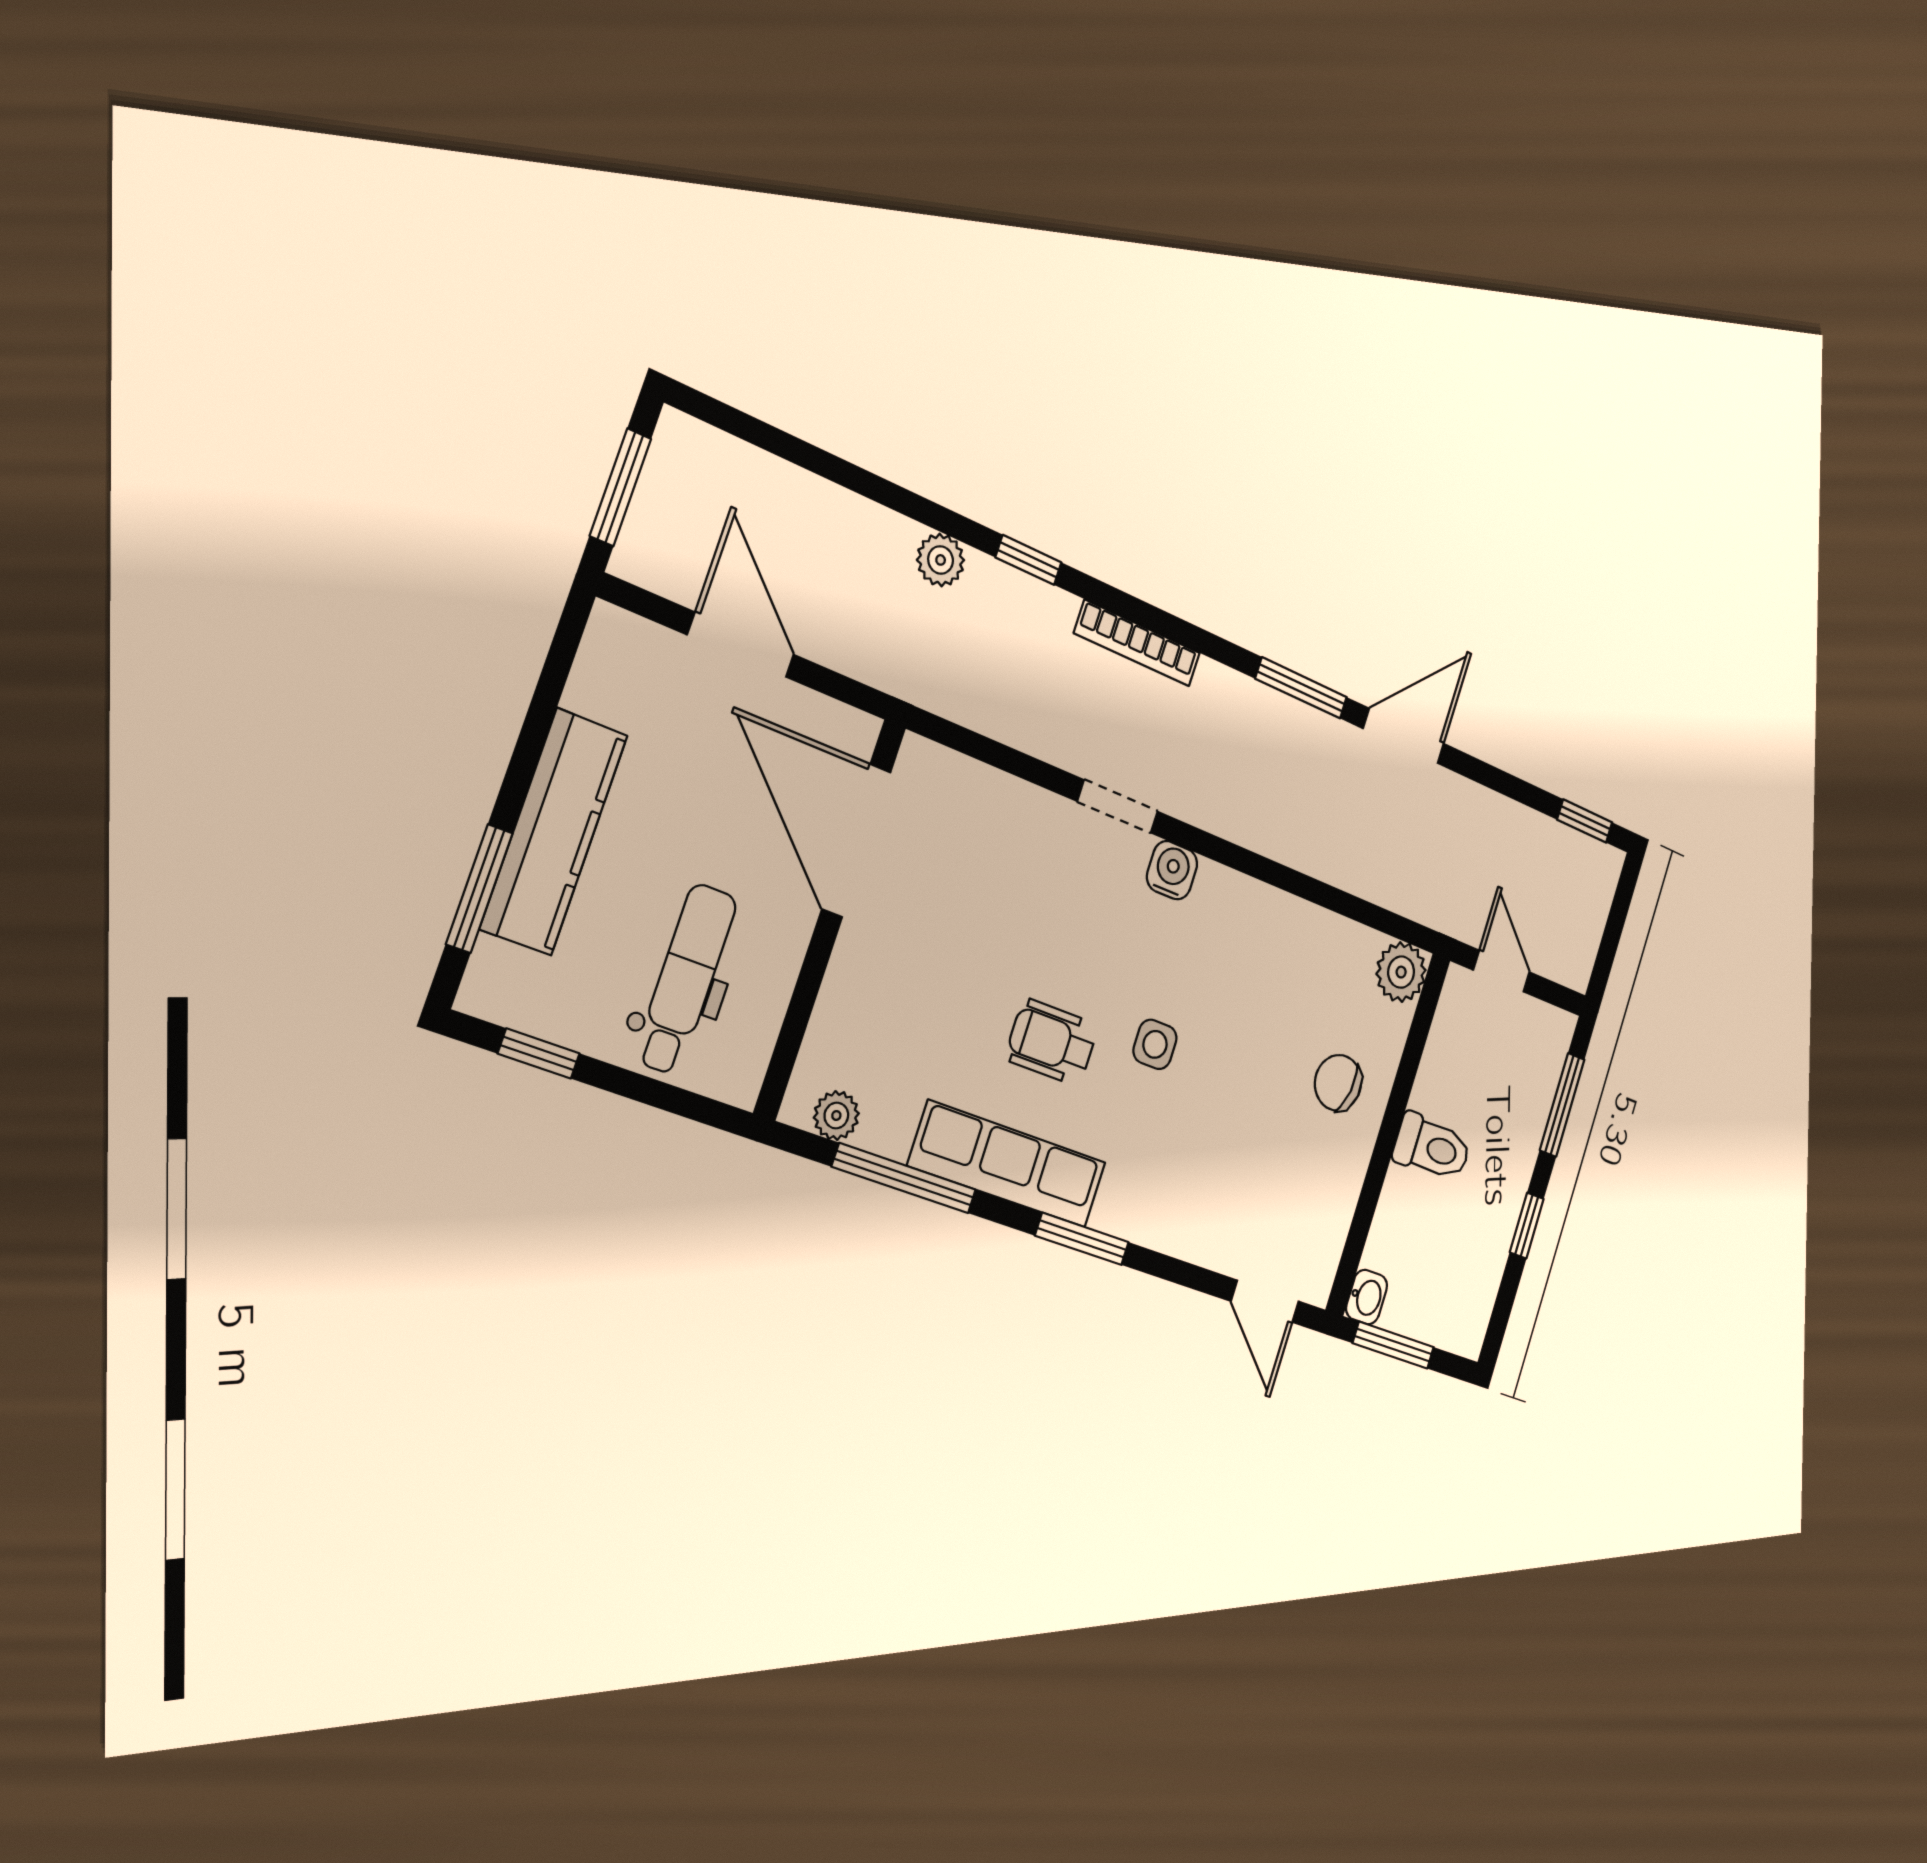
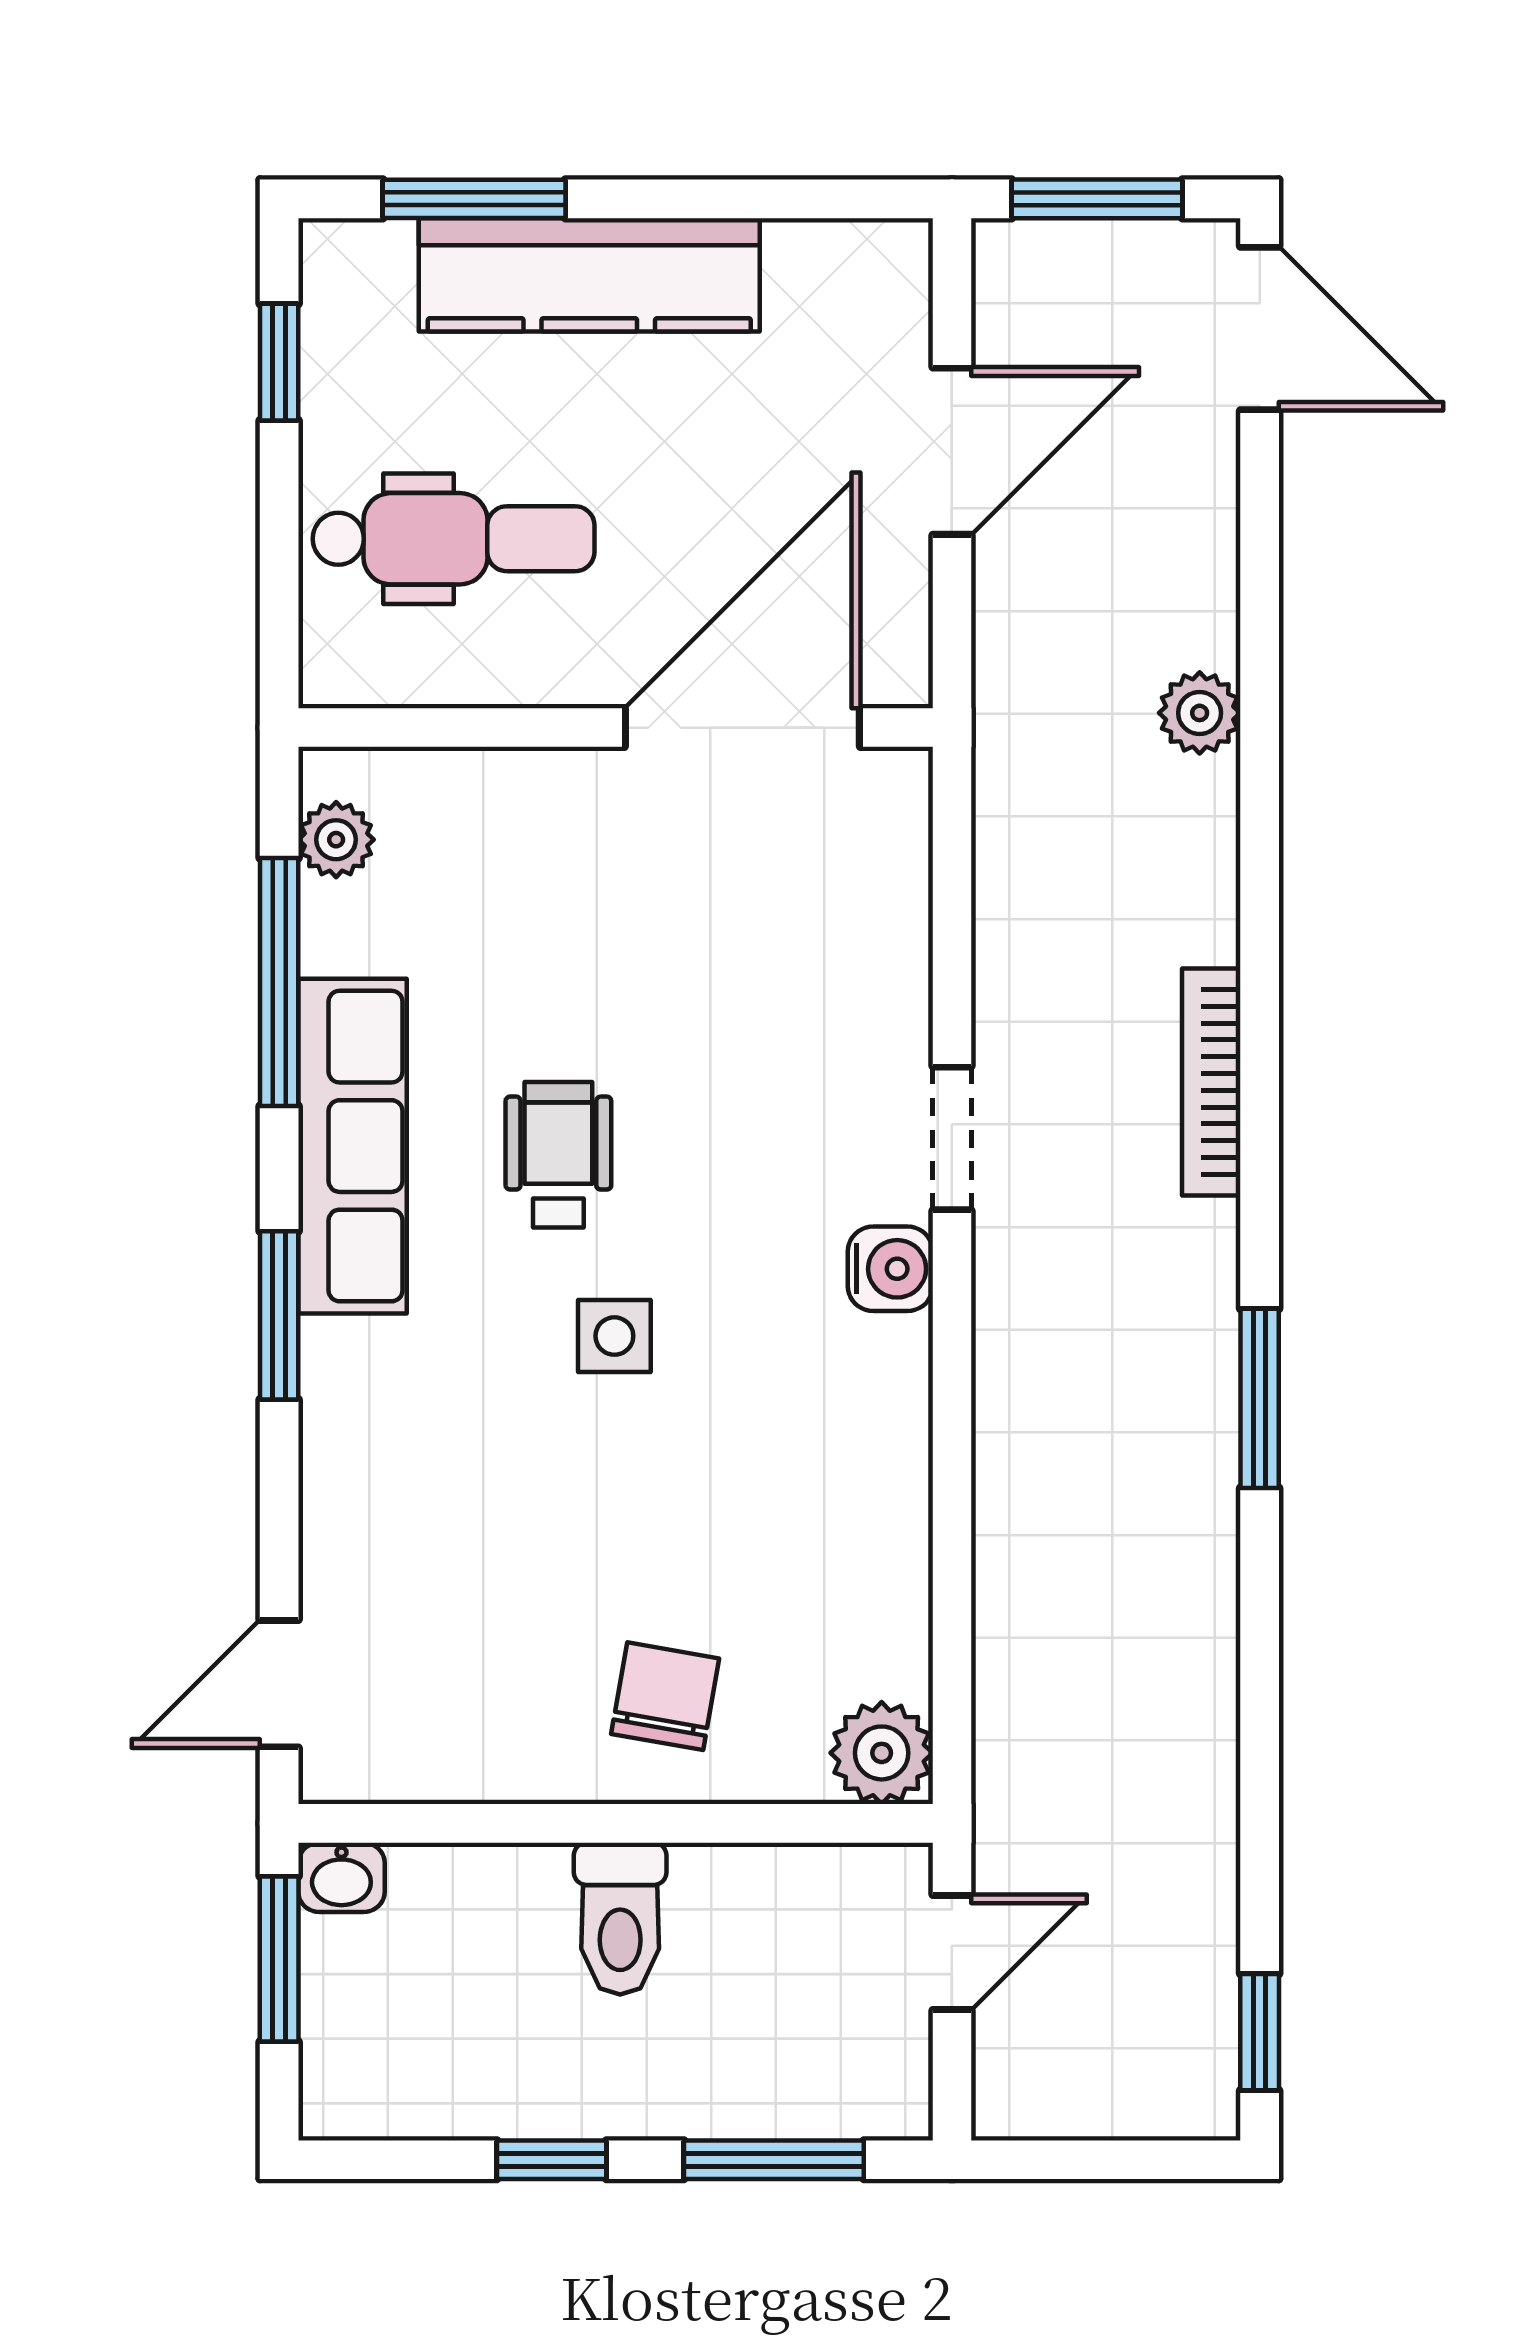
window: (1029, 560) -> (1260, 854), removed
door: (1404, 736) -> (1260, 328), moved

